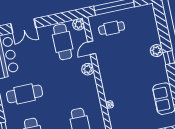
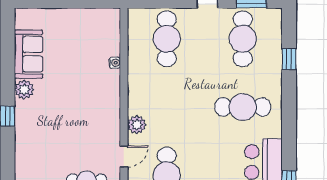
plant: (157, 51) -> (24, 90), moved

